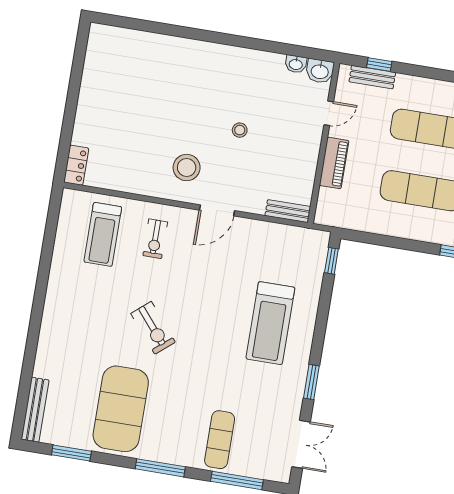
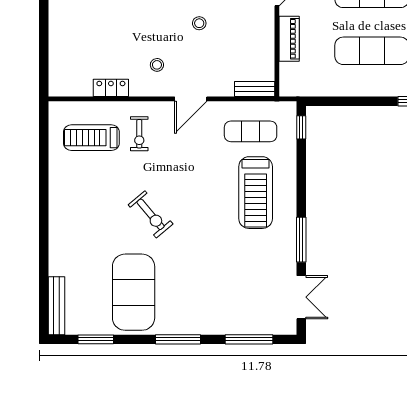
locker: (76, 165) -> (111, 88), moved, turned -90
stool: (187, 168) -> (157, 65), width x0.53, depth x0.53
treadmill: (103, 234) -> (91, 138), turned 90
window: (311, 382) -> (301, 240), width x1.44
exercise mat: (220, 440) -> (251, 131), moved, turned 90

